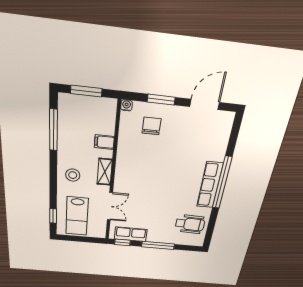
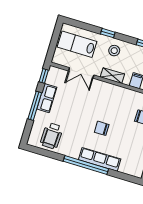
chair: (174, 173) -> (102, 128), added
row of seats: (210, 185) -> (100, 159), moved
window: (53, 216) -> (108, 33), moved
row of seats: (131, 234) -> (47, 98), moved

